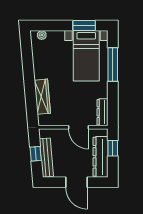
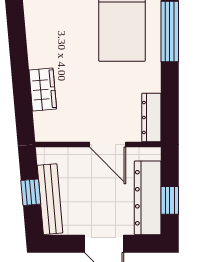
wardrobe: (42, 97) -> (43, 90), width x0.67
window: (113, 148) -> (170, 200), moved

